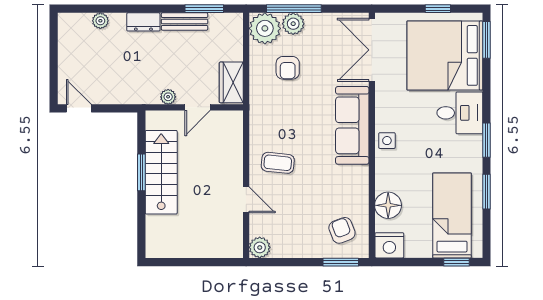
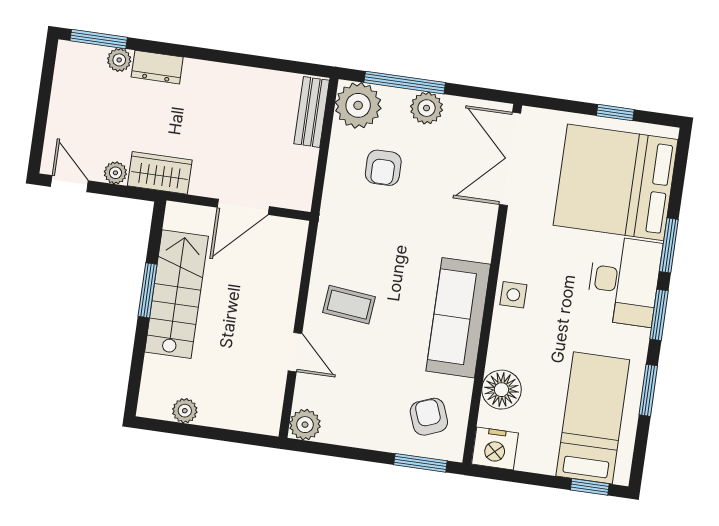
window: (204, 9) -> (99, 39), moved
bench: (185, 21) -> (312, 112), moved, turned 90
dresser: (143, 22) -> (157, 67), moved
plant: (293, 24) -> (427, 108), moved
window: (487, 40) -> (669, 245), moved
wardrobe: (231, 82) -> (160, 173), moved, turned 90
plant: (168, 97) -> (115, 173), moved
door: (198, 107) -> (243, 207), width x1.37
desk: (460, 113) -> (624, 281), width x1.37
sofa: (352, 125) -> (458, 318), moved
plant: (178, 250) -> (185, 411), added

